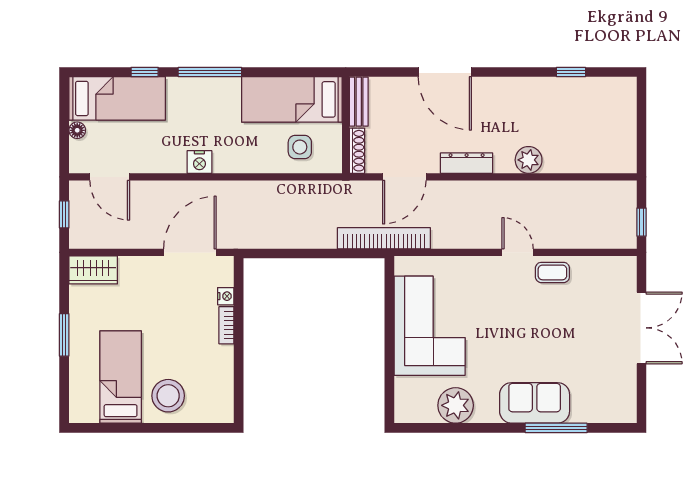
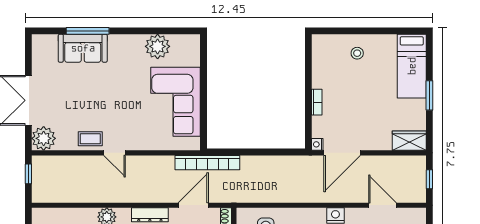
door: (110, 177) -> (382, 205), moved
plant: (620, 273) -> (44, 138), added
nightstand: (226, 296) -> (317, 144), moved
bed: (121, 377) -> (412, 66), moved
stool: (168, 396) -> (357, 53), width x0.53, depth x0.53
sofa: (535, 403) -> (83, 48), moved

